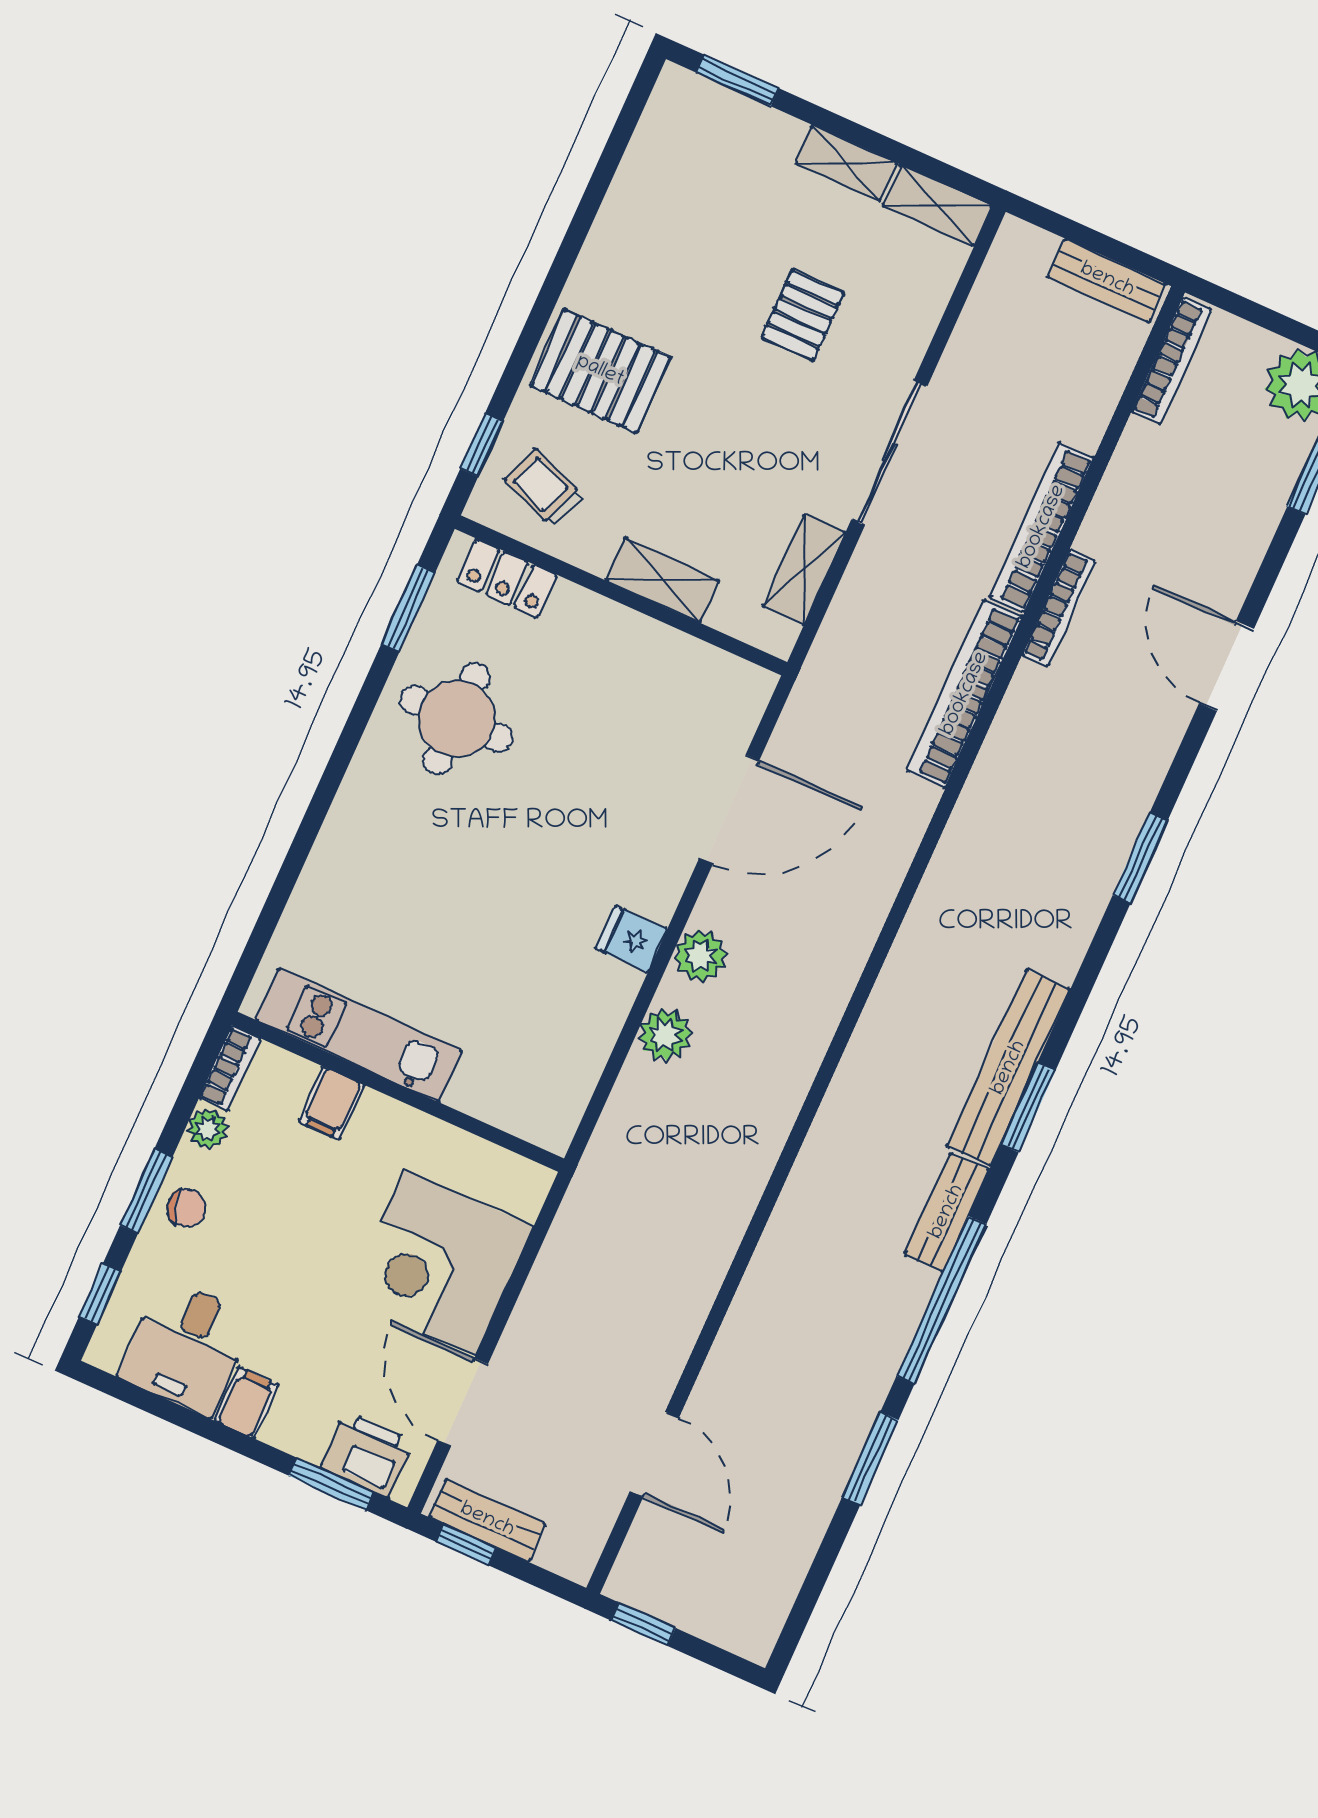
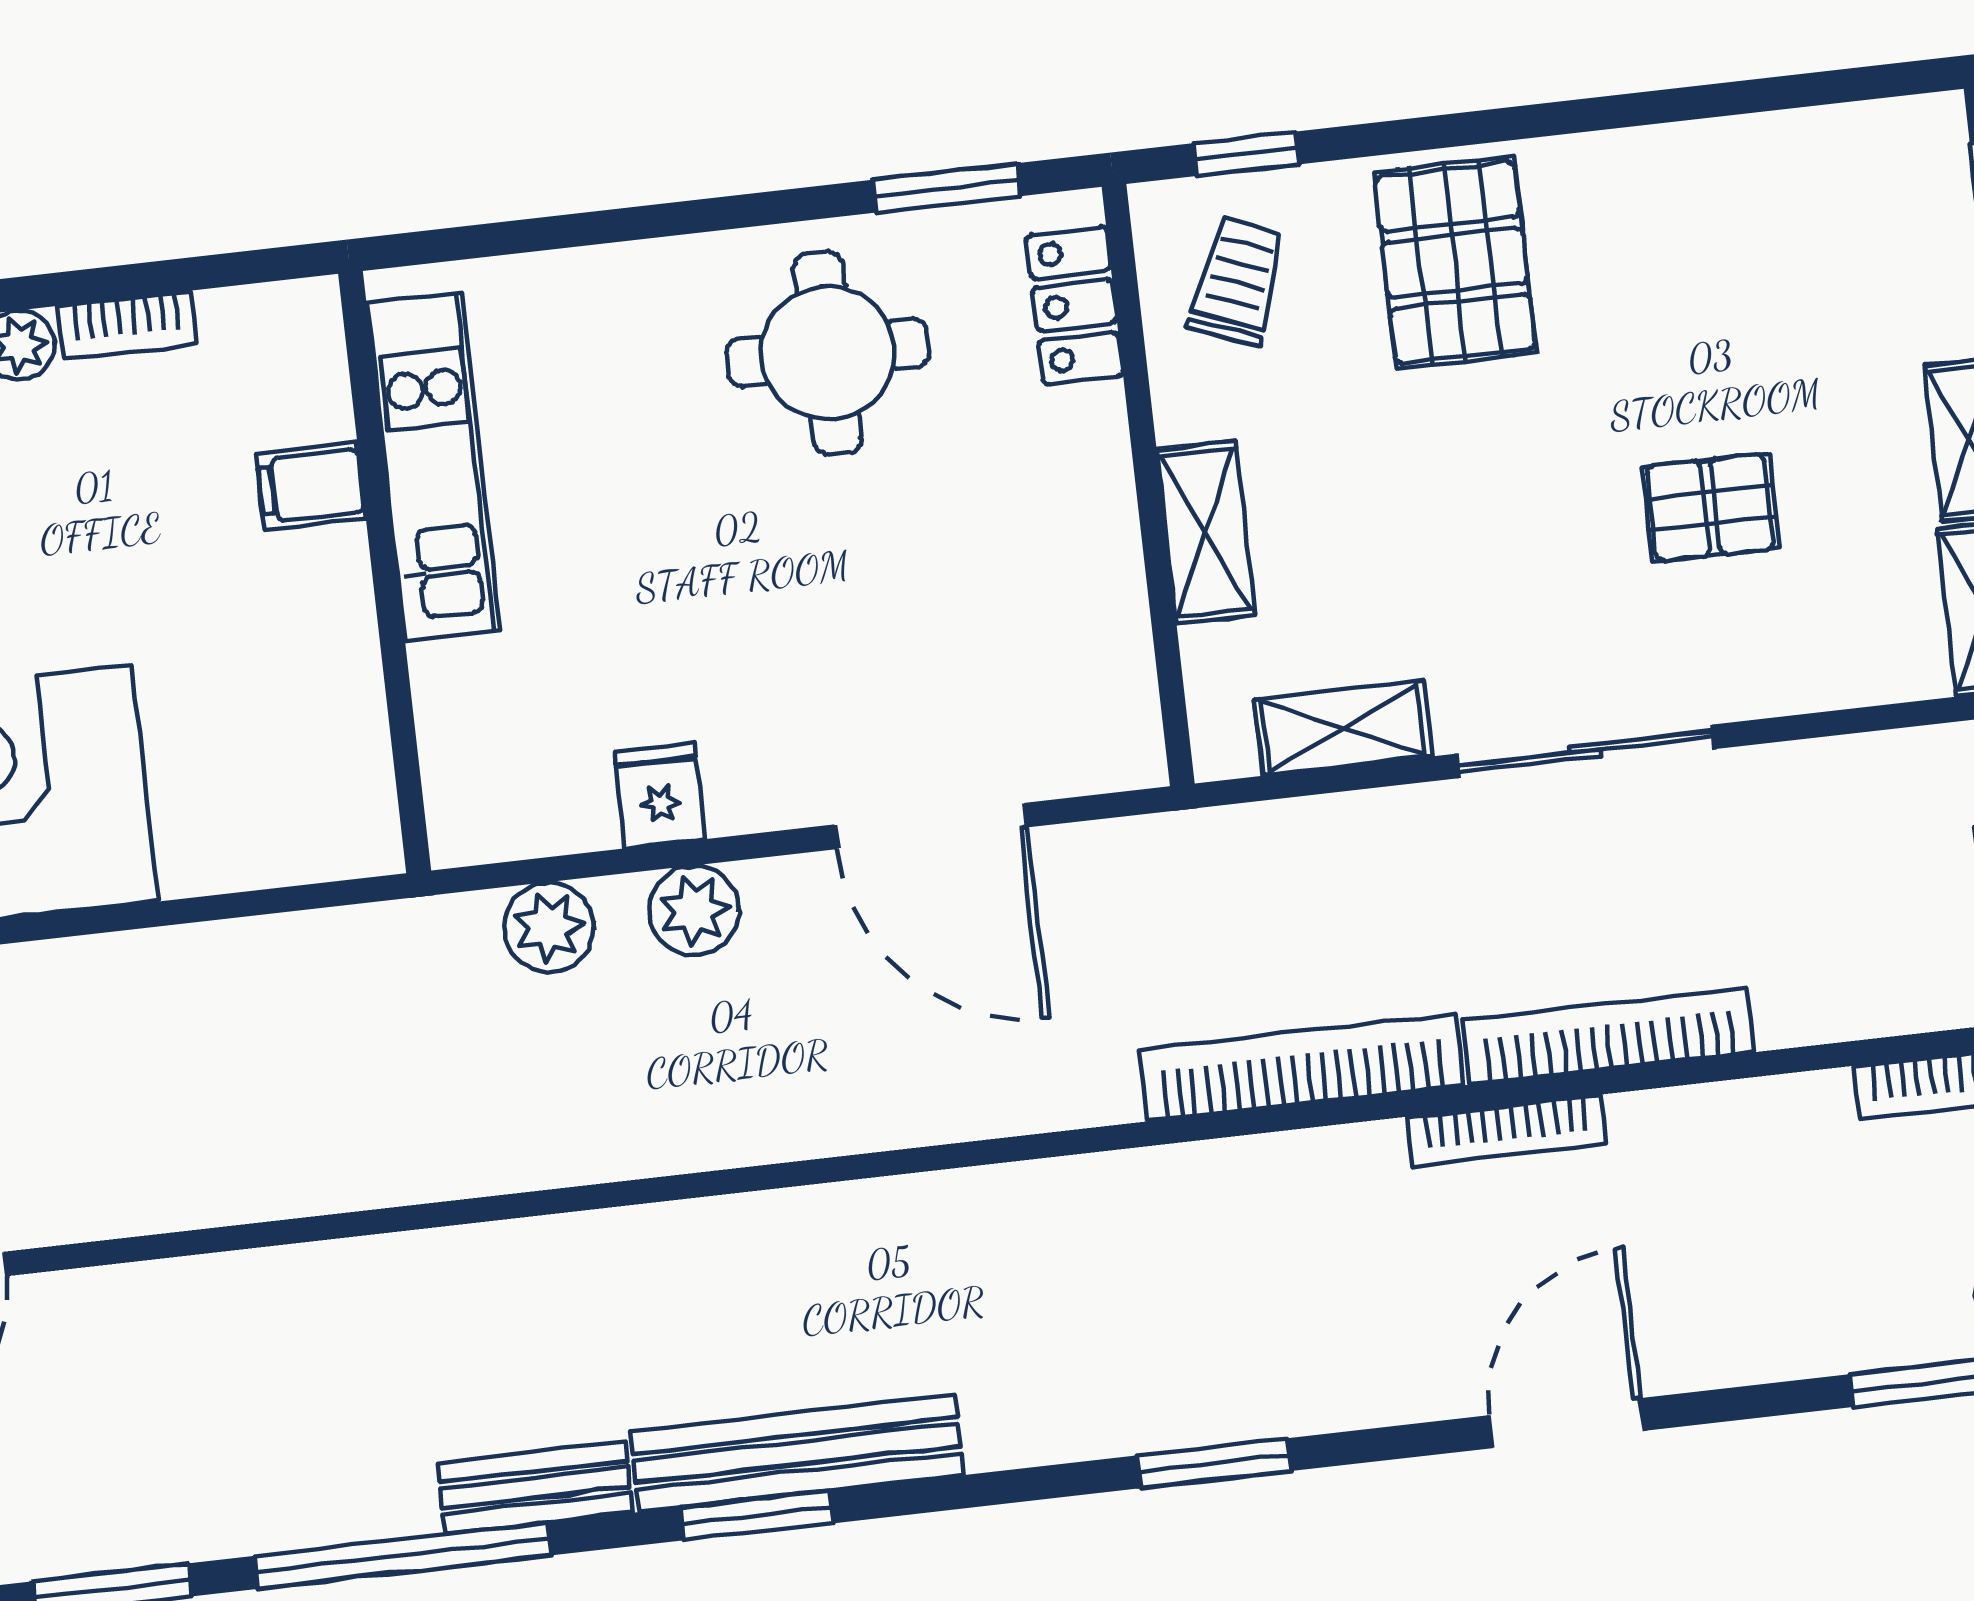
kitchen unit: (359, 1035) -> (433, 467), moved
wall: (398, 1092) -> (385, 572), moved
filing cabinet: (332, 1103) -> (311, 486), moved

